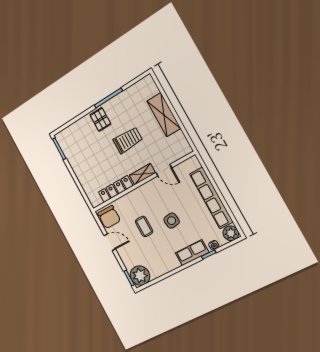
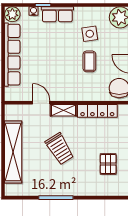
shelving: (164, 115) -> (13, 152), width x1.47
pallet: (100, 119) -> (108, 164), moved
trolley: (128, 140) -> (60, 149), turned -122
side table: (172, 221) -> (90, 34), moved

